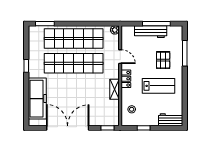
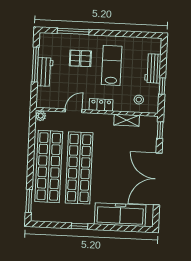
workbench: (151, 32) -> (45, 72), width x0.73
shelving: (114, 89) -> (127, 120), moved
workbench: (170, 120) -> (153, 68), moved

